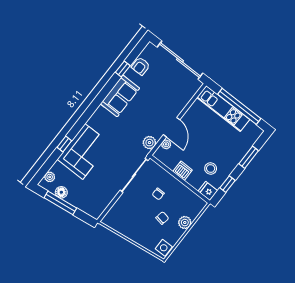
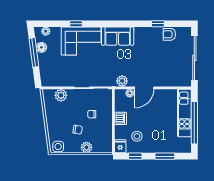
sofa: (120, 96) -> (118, 36), moved
plant: (119, 209) -> (61, 95), added

